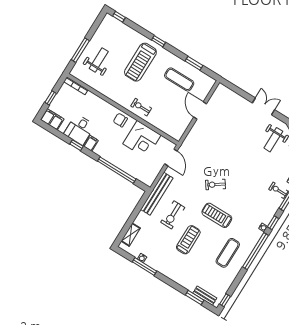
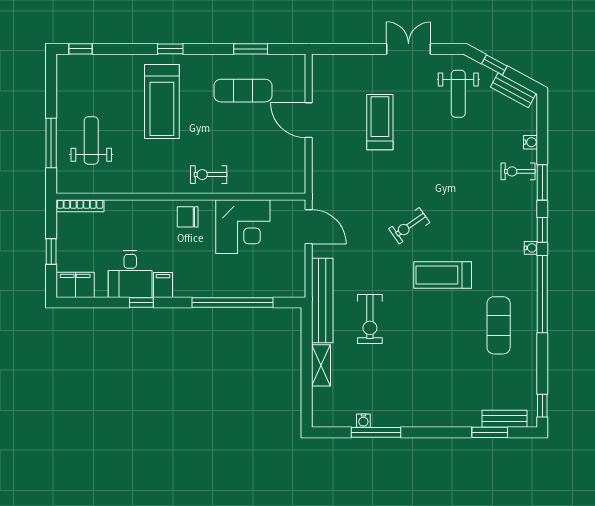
shelving: (131, 235) -> (321, 365), moved
treadmill: (188, 240) -> (380, 122), moved

